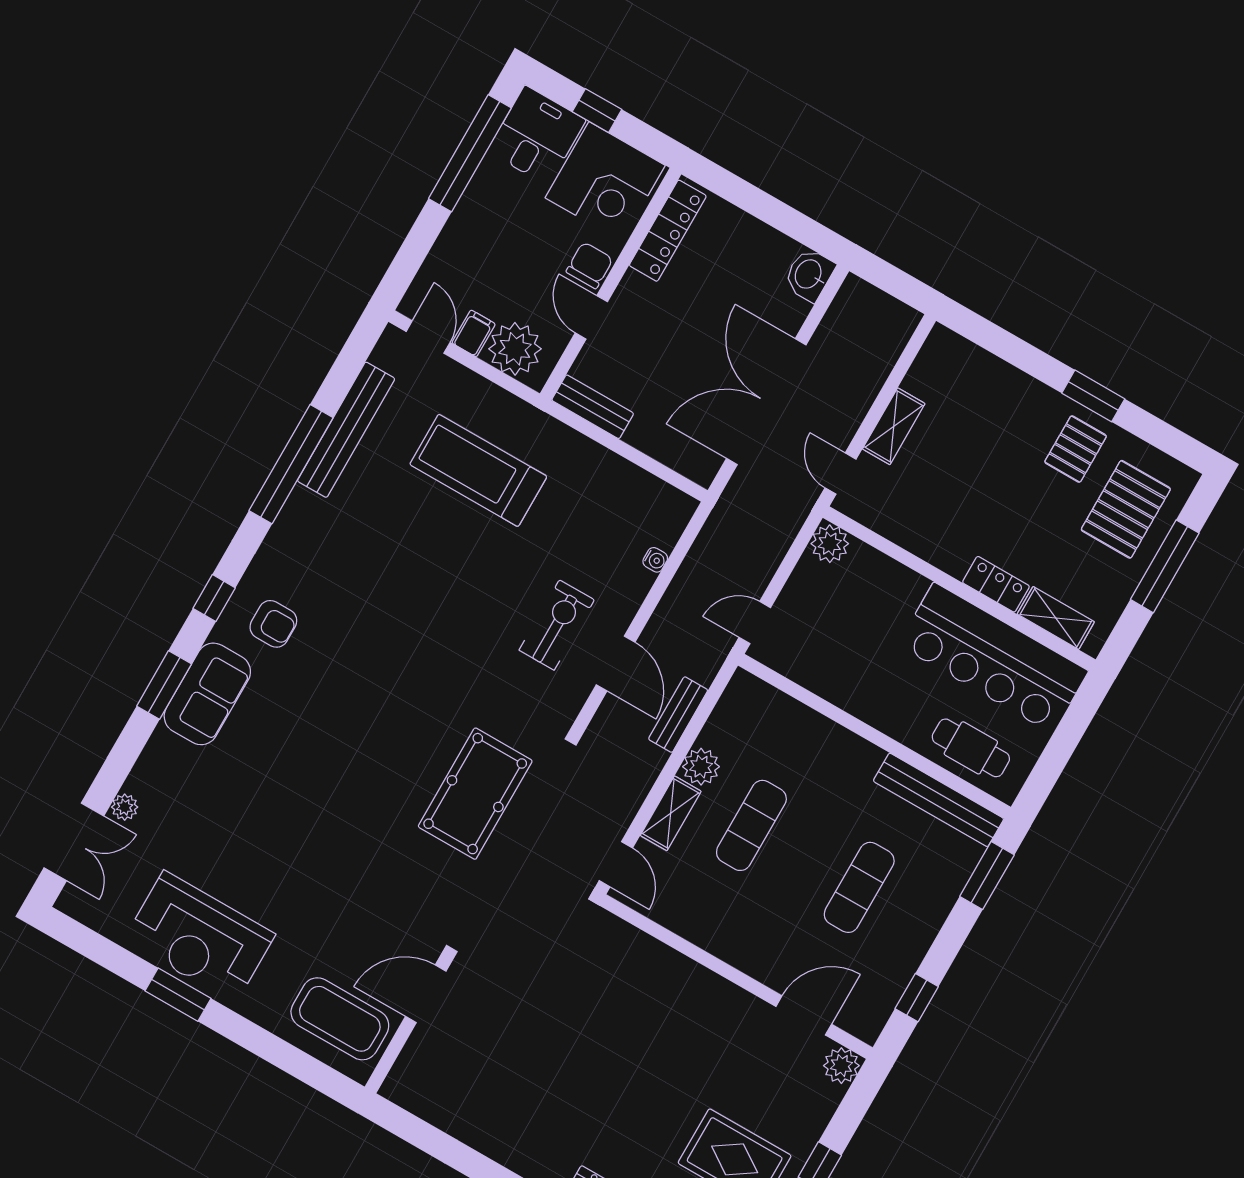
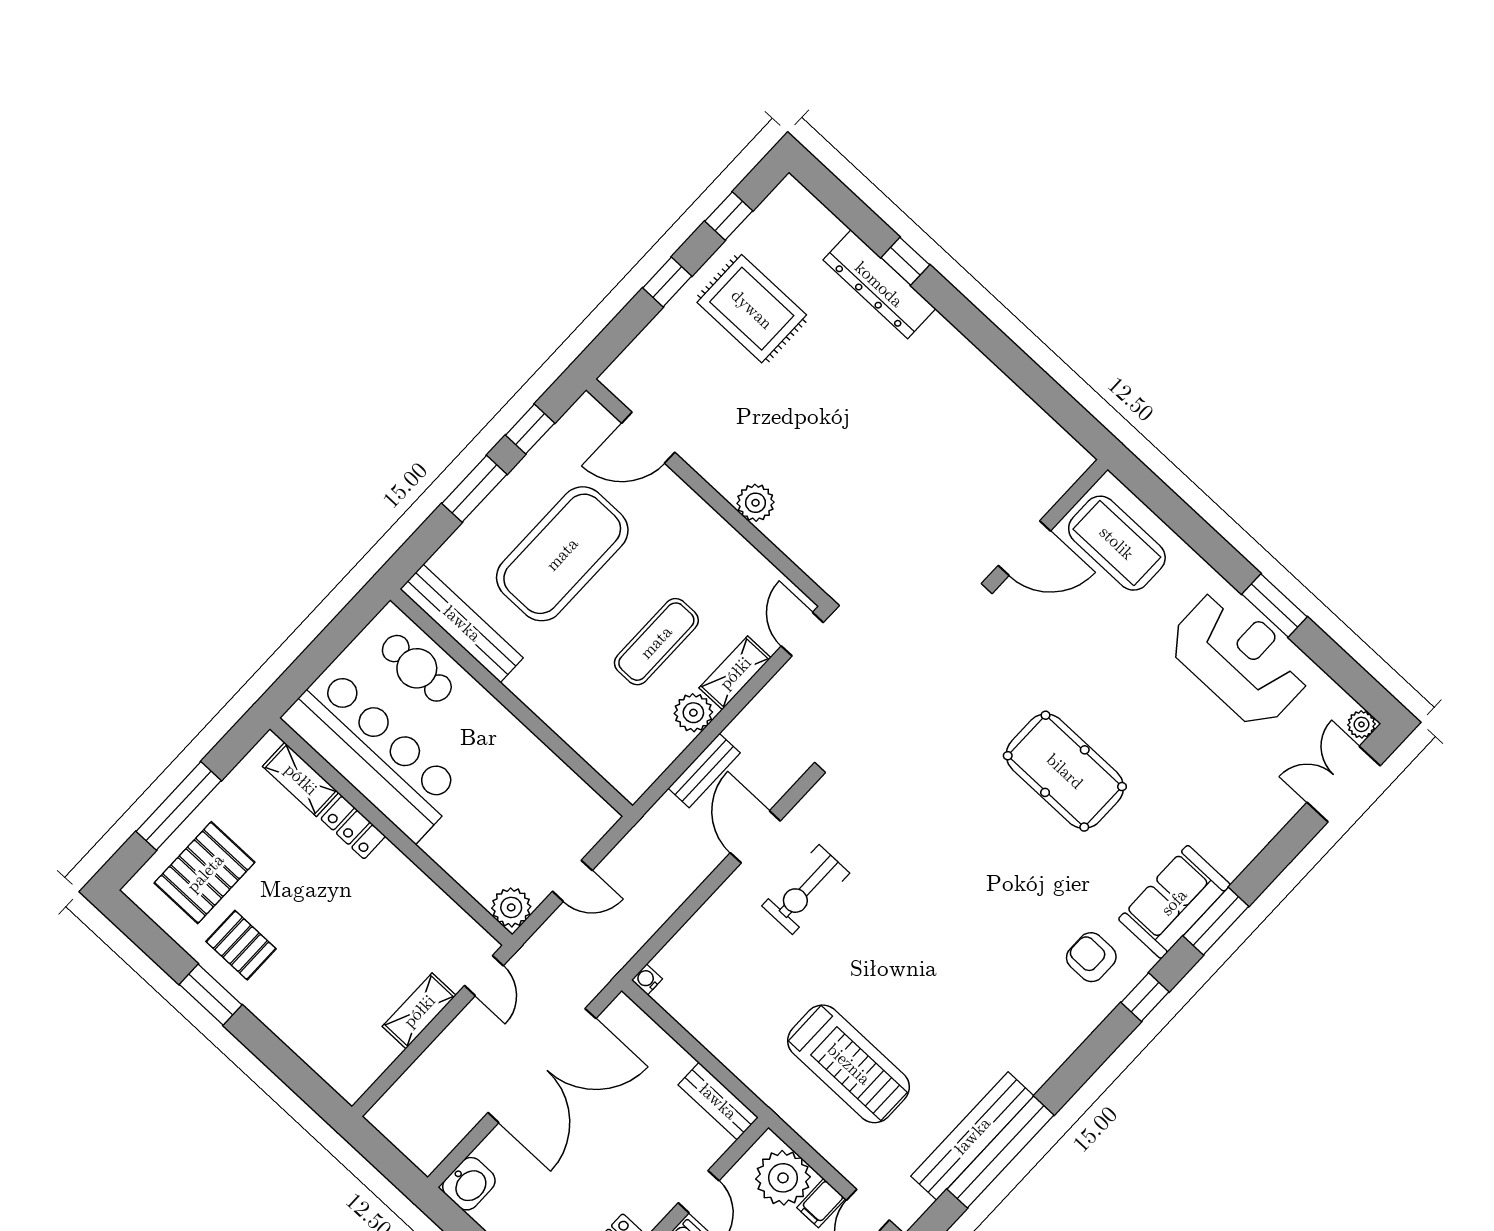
pallet: (1076, 449) -> (241, 945), turned 90
window: (291, 464) -> (1000, 1152), moved
water cooler: (655, 560) -> (647, 979), moved
door: (755, 622) -> (572, 881), moved
pool table: (475, 794) -> (1065, 771), moved, turned 90
plant: (125, 807) -> (1361, 724), moved
window: (987, 876) -> (474, 489), moved
exercise mat: (859, 887) -> (562, 554), width x2.00, depth x1.45
plant: (841, 1066) -> (755, 503), moved

